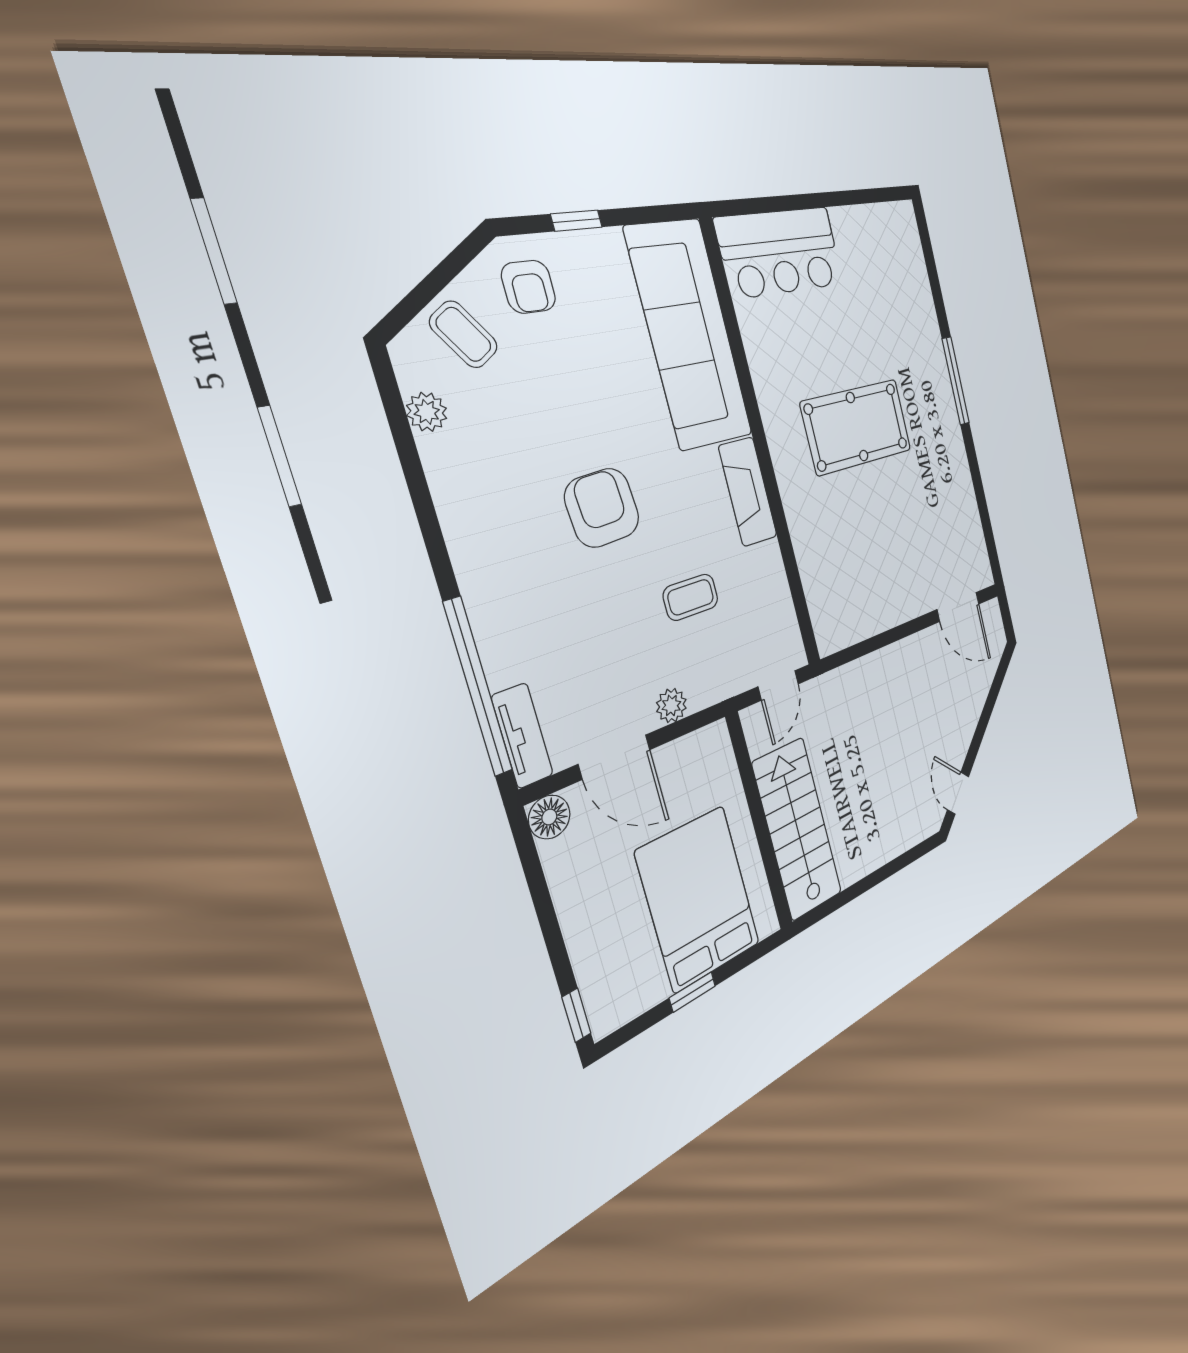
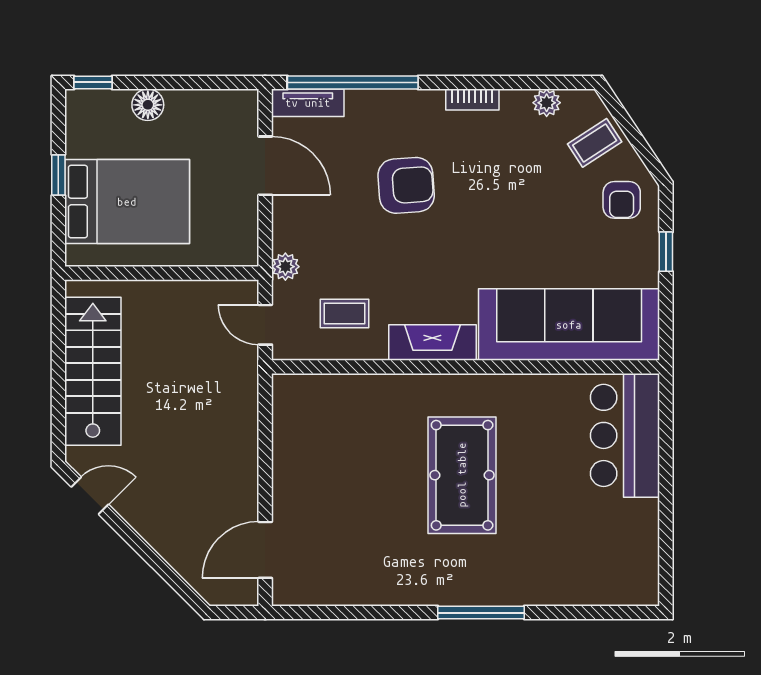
armchair: (529, 287) -> (622, 200), turned -90
armchair: (602, 508) -> (406, 185), moved
bookcase: (453, 517) -> (472, 100), added
coffee table: (691, 597) -> (344, 314), moved, turned 90
plant: (671, 705) -> (285, 267), moved
door: (615, 757) -> (265, 166), swing flipped
floor lamp: (549, 817) -> (148, 105), moved
stairs: (797, 829) -> (93, 371), moved, turned -90

